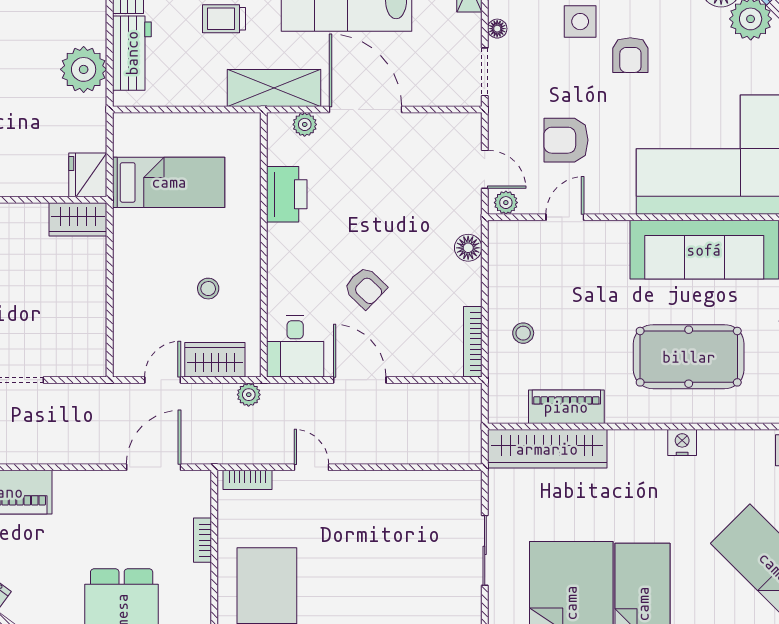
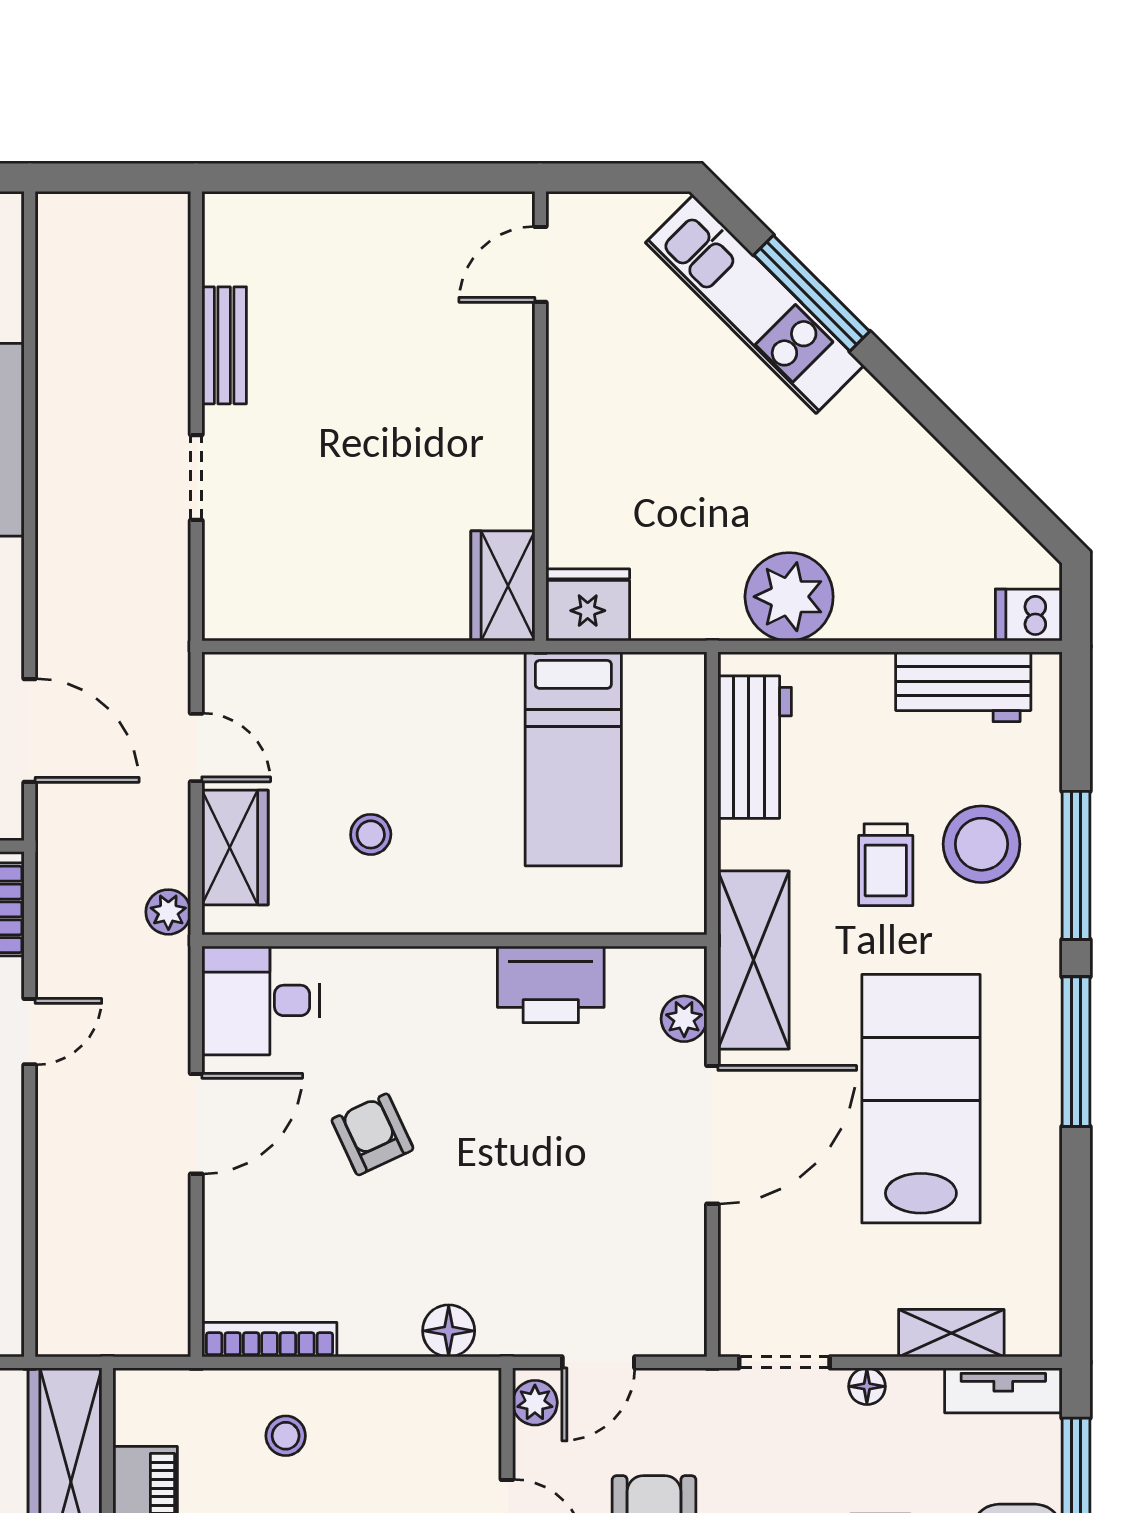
trolley: (224, 19) -> (886, 865), turned 180
workbench: (132, 53) -> (755, 747), moved, turned -90
armchair: (365, 288) -> (372, 1134), turned 111

